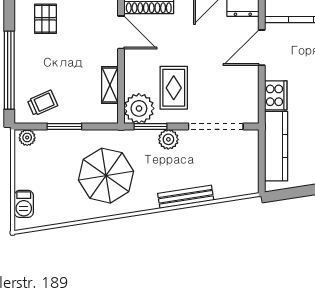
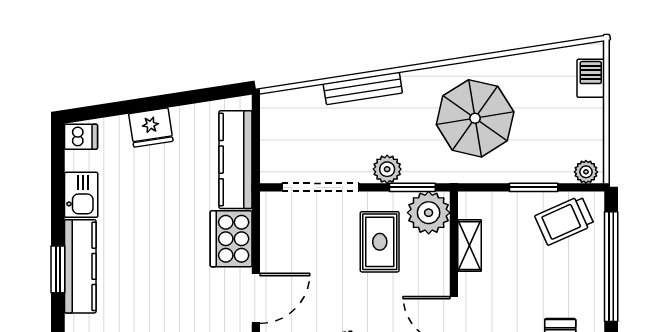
cooker: (276, 95) -> (231, 239), width x1.37, depth x1.31
trolley: (42, 103) -> (564, 220), width x1.36, depth x1.39

